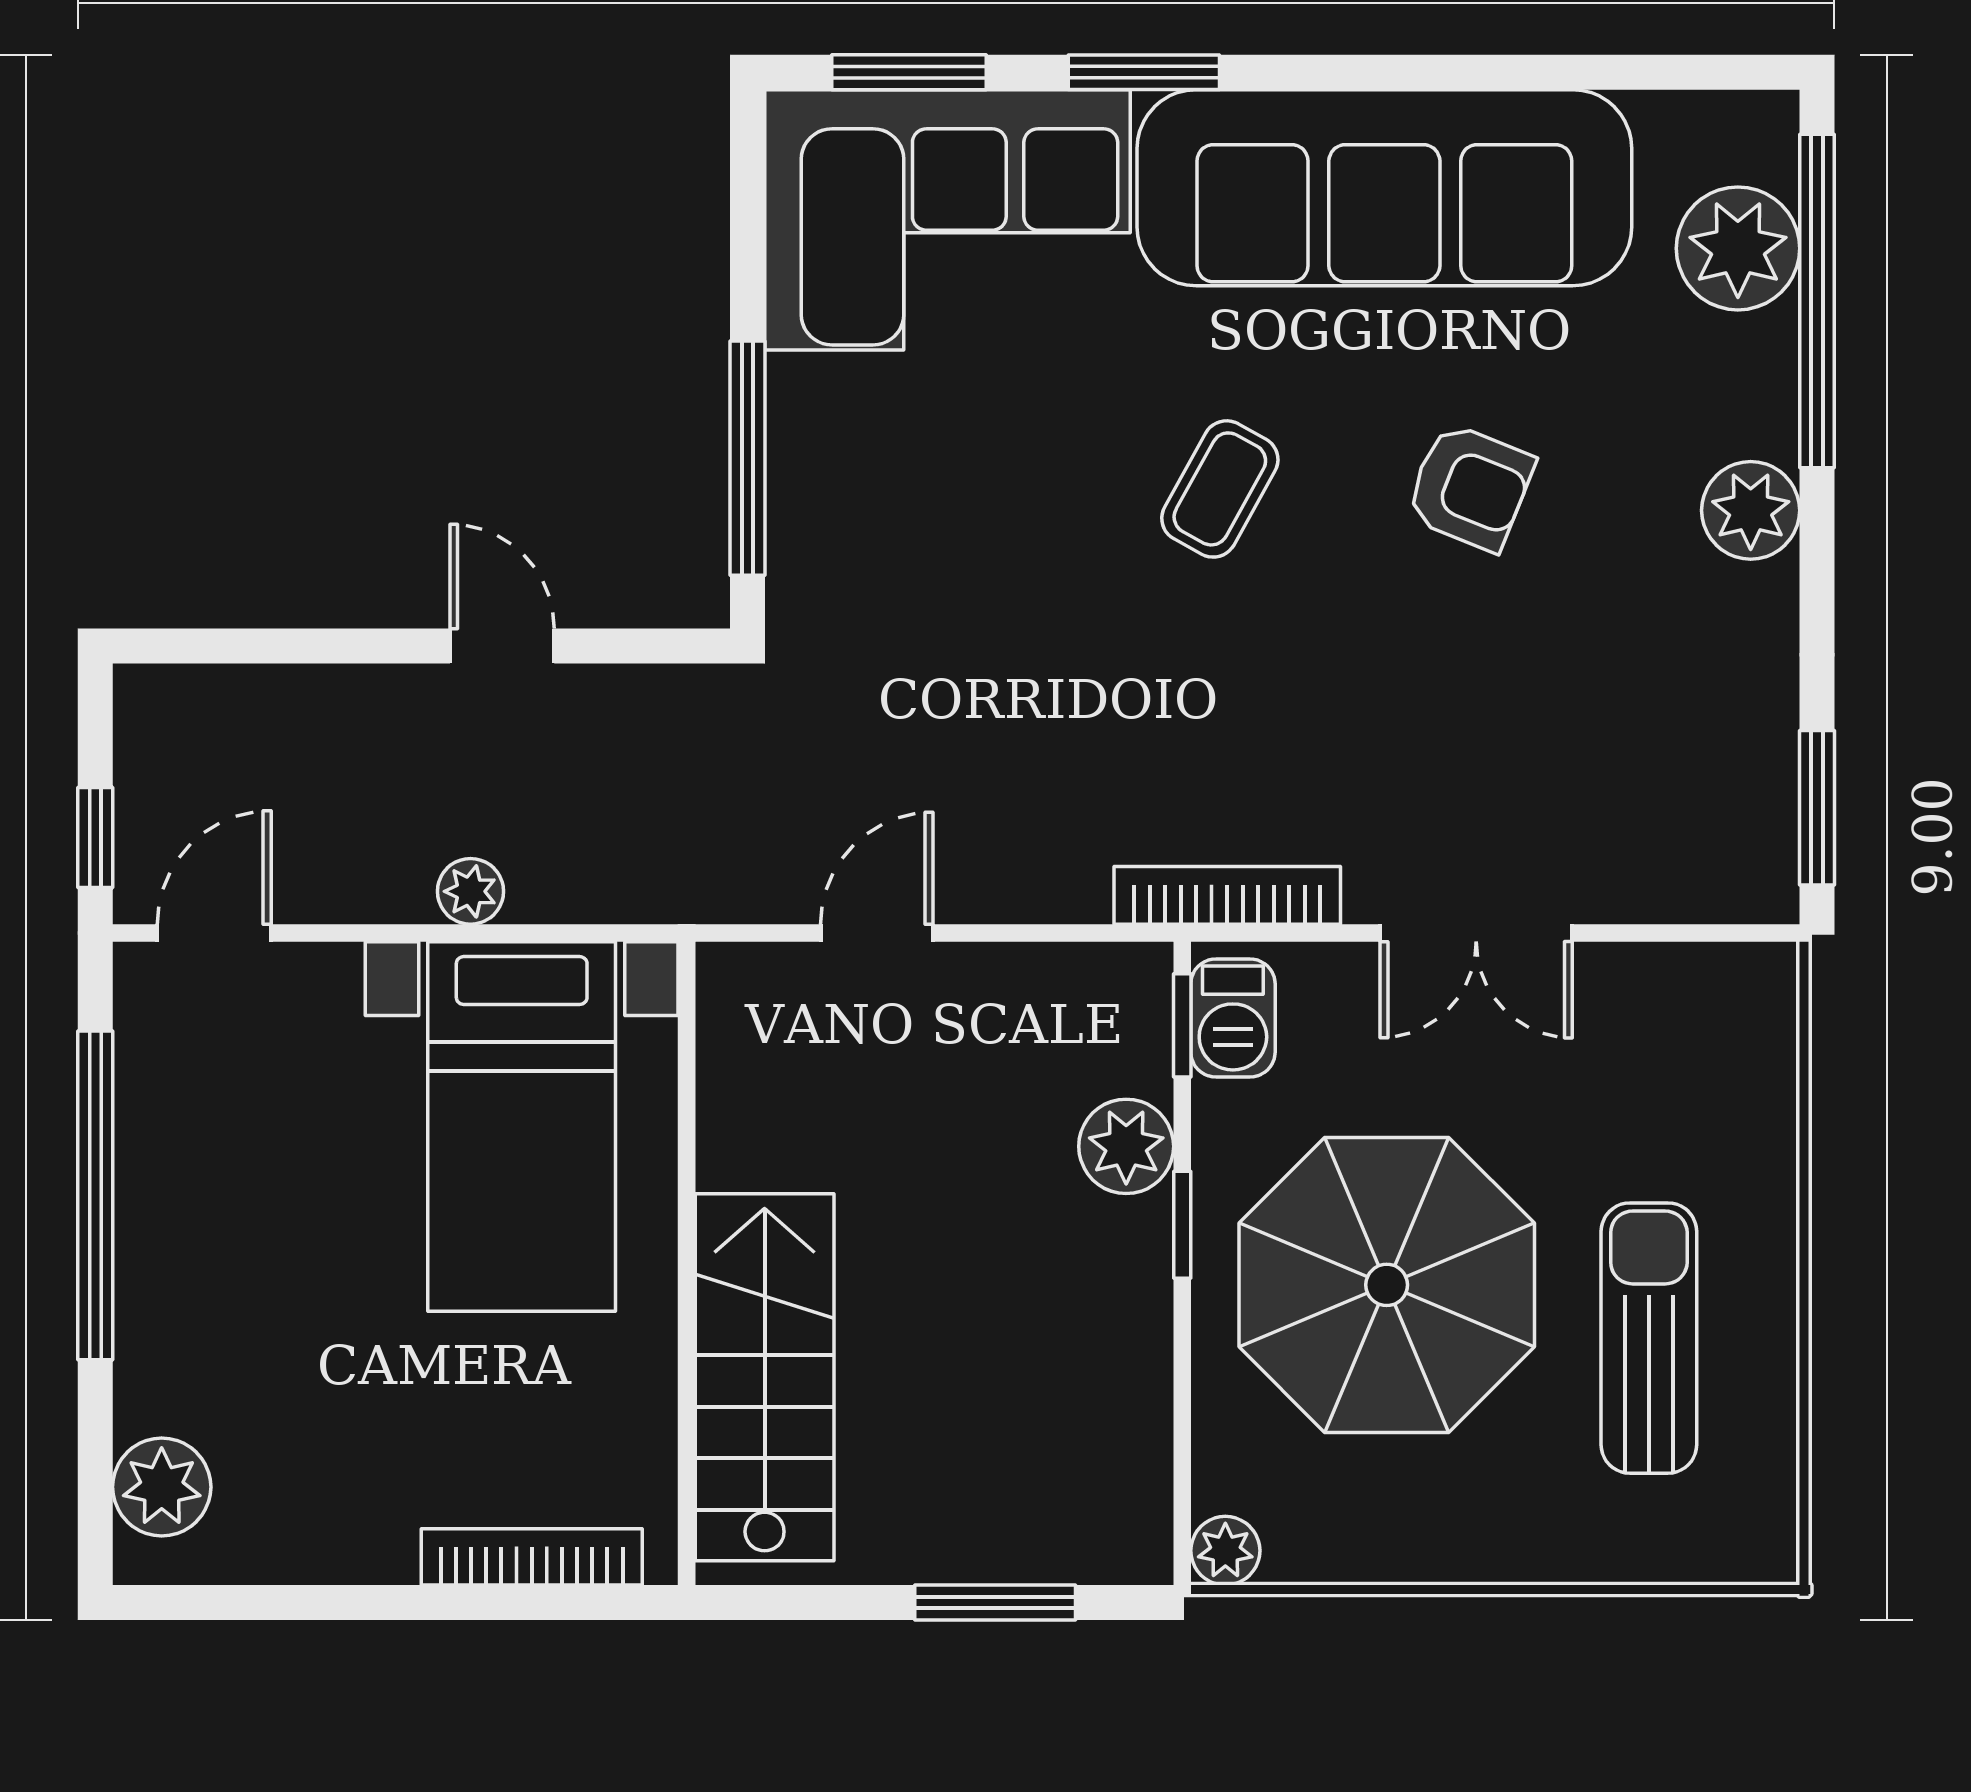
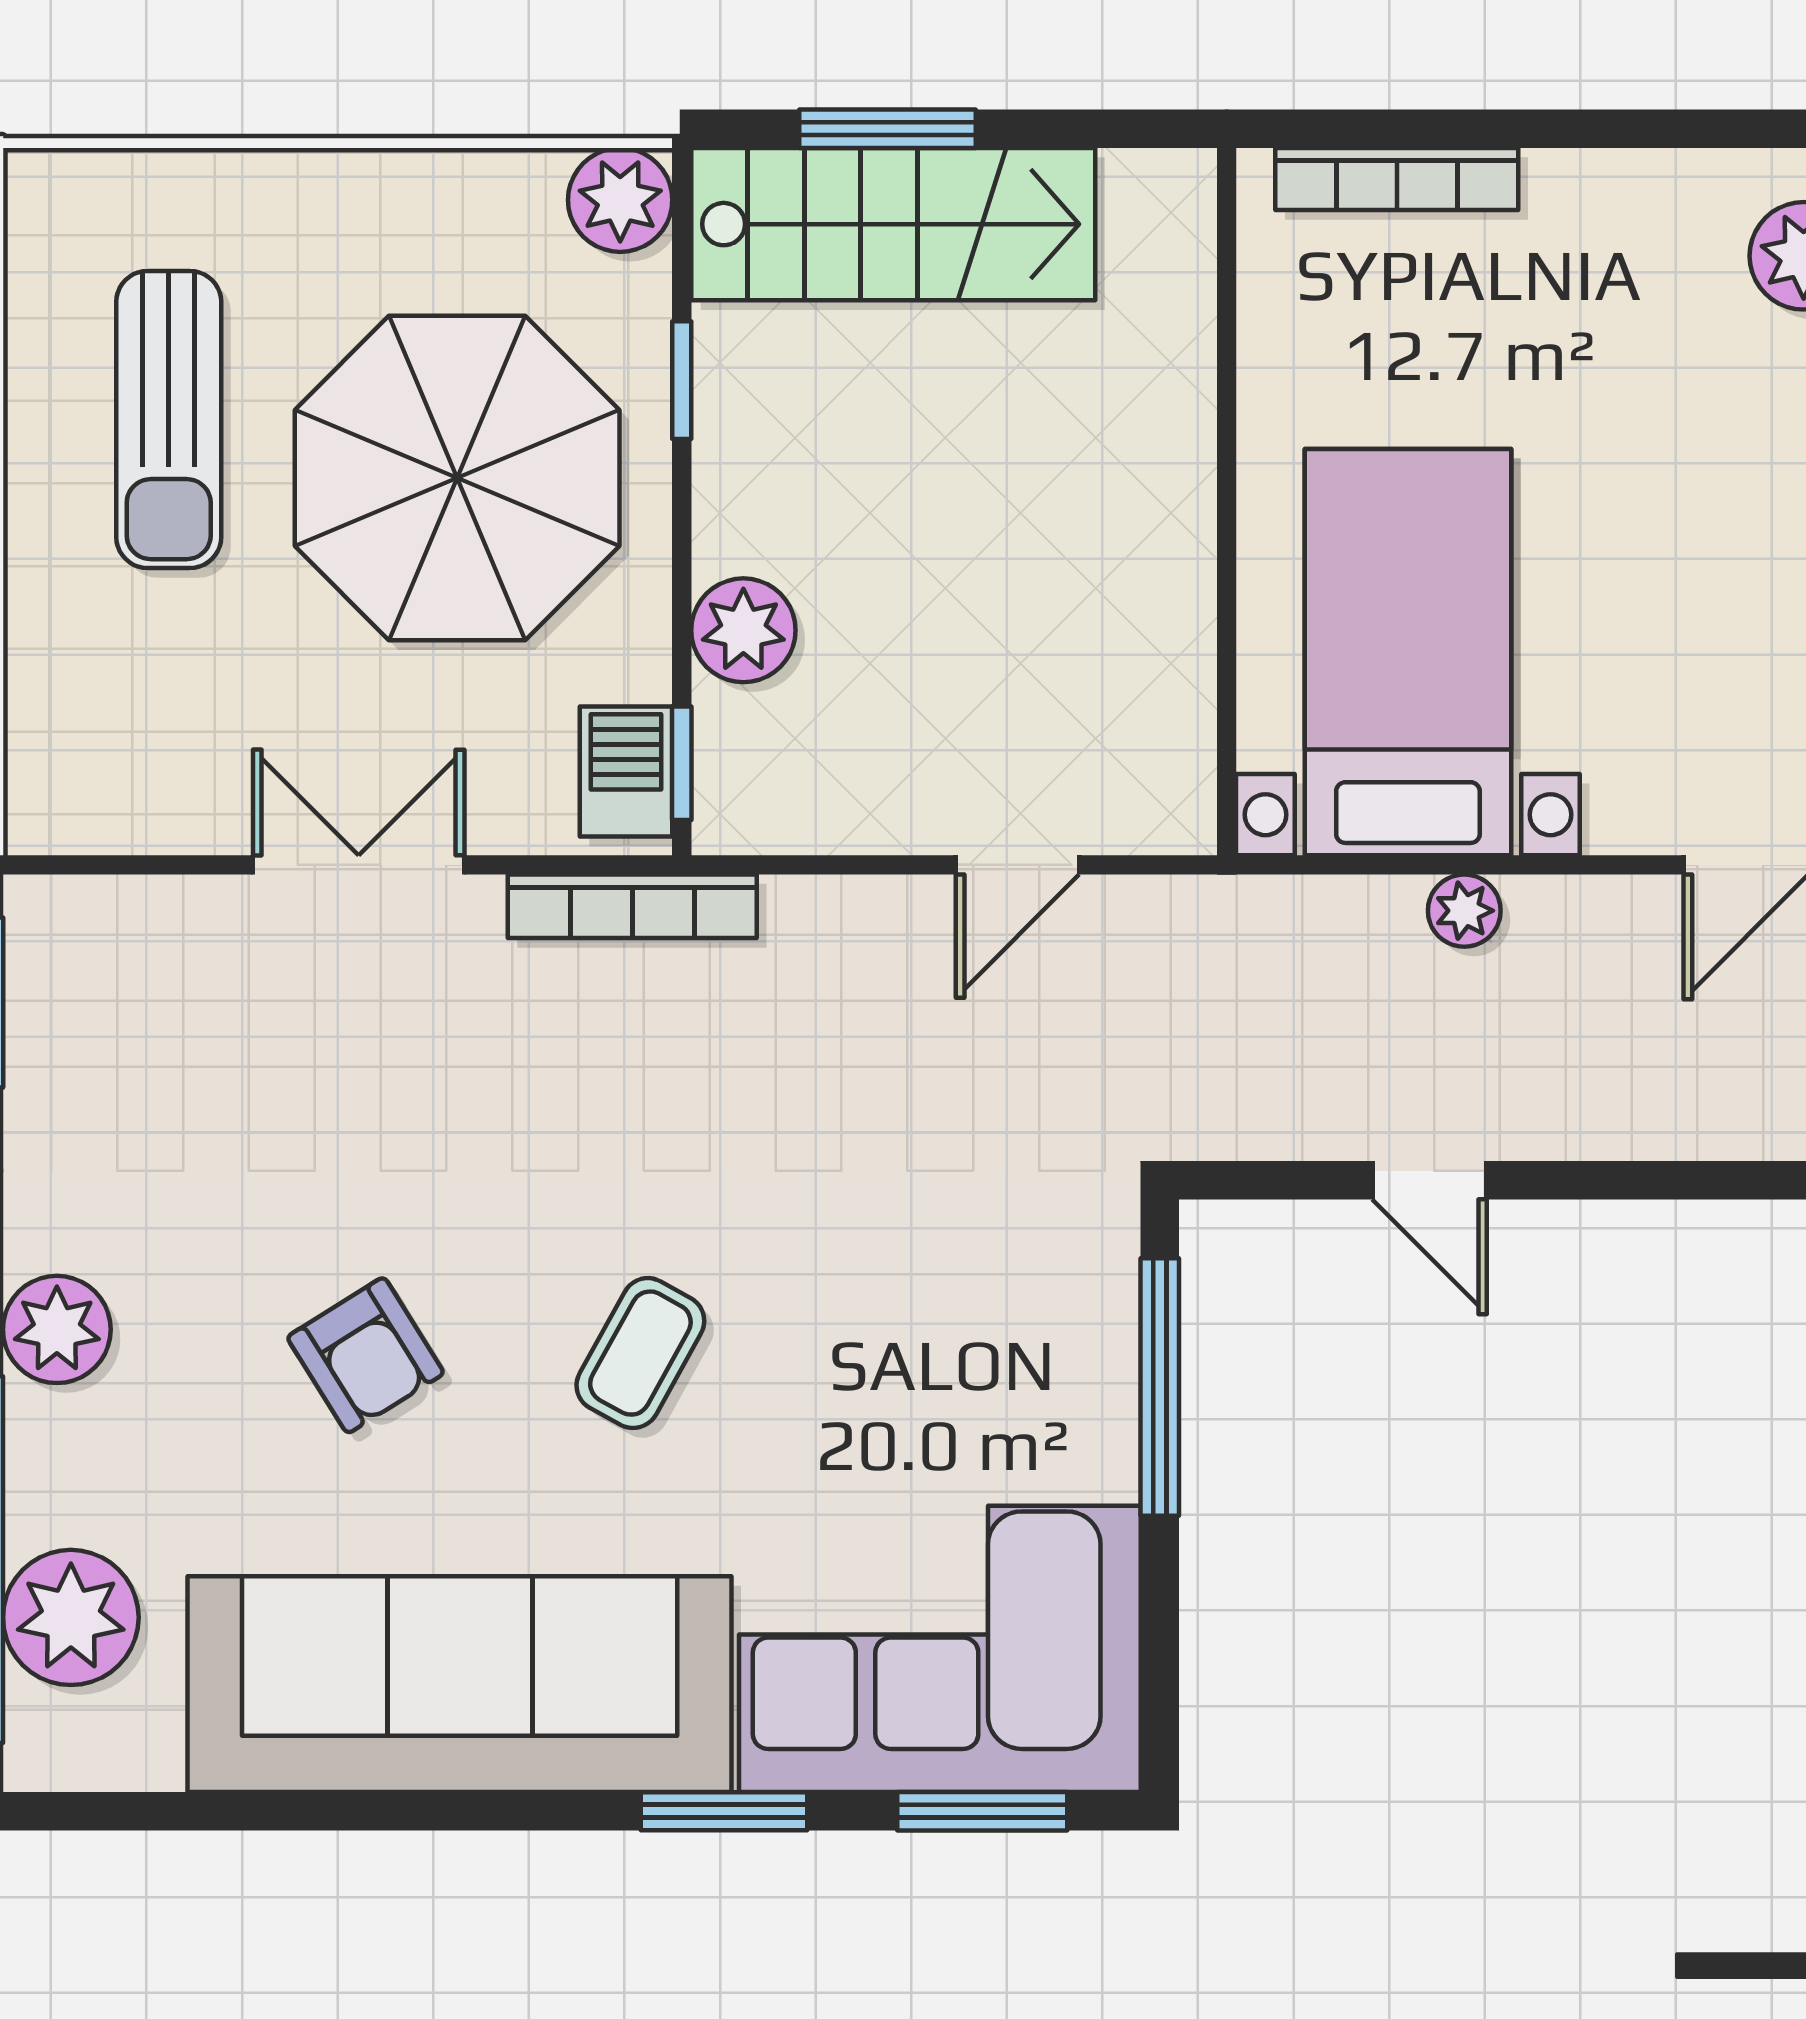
armchair: (1470, 487) -> (366, 1355), turned -144
window: (1182, 1225) -> (682, 380), moved
stairs: (765, 1377) -> (893, 224), moved, turned -90
plant: (1225, 1551) -> (620, 200), width x1.38, depth x1.38

